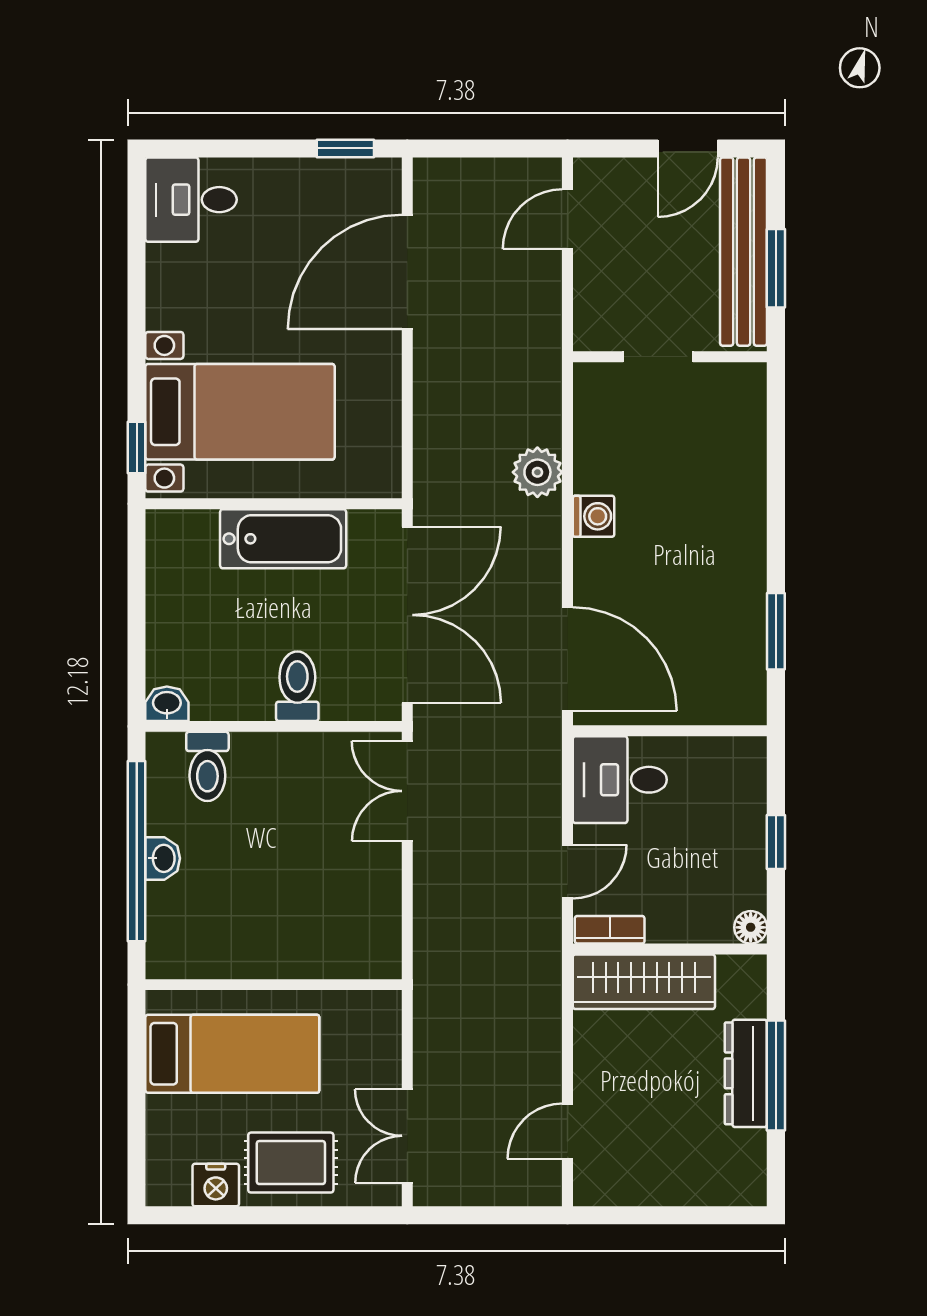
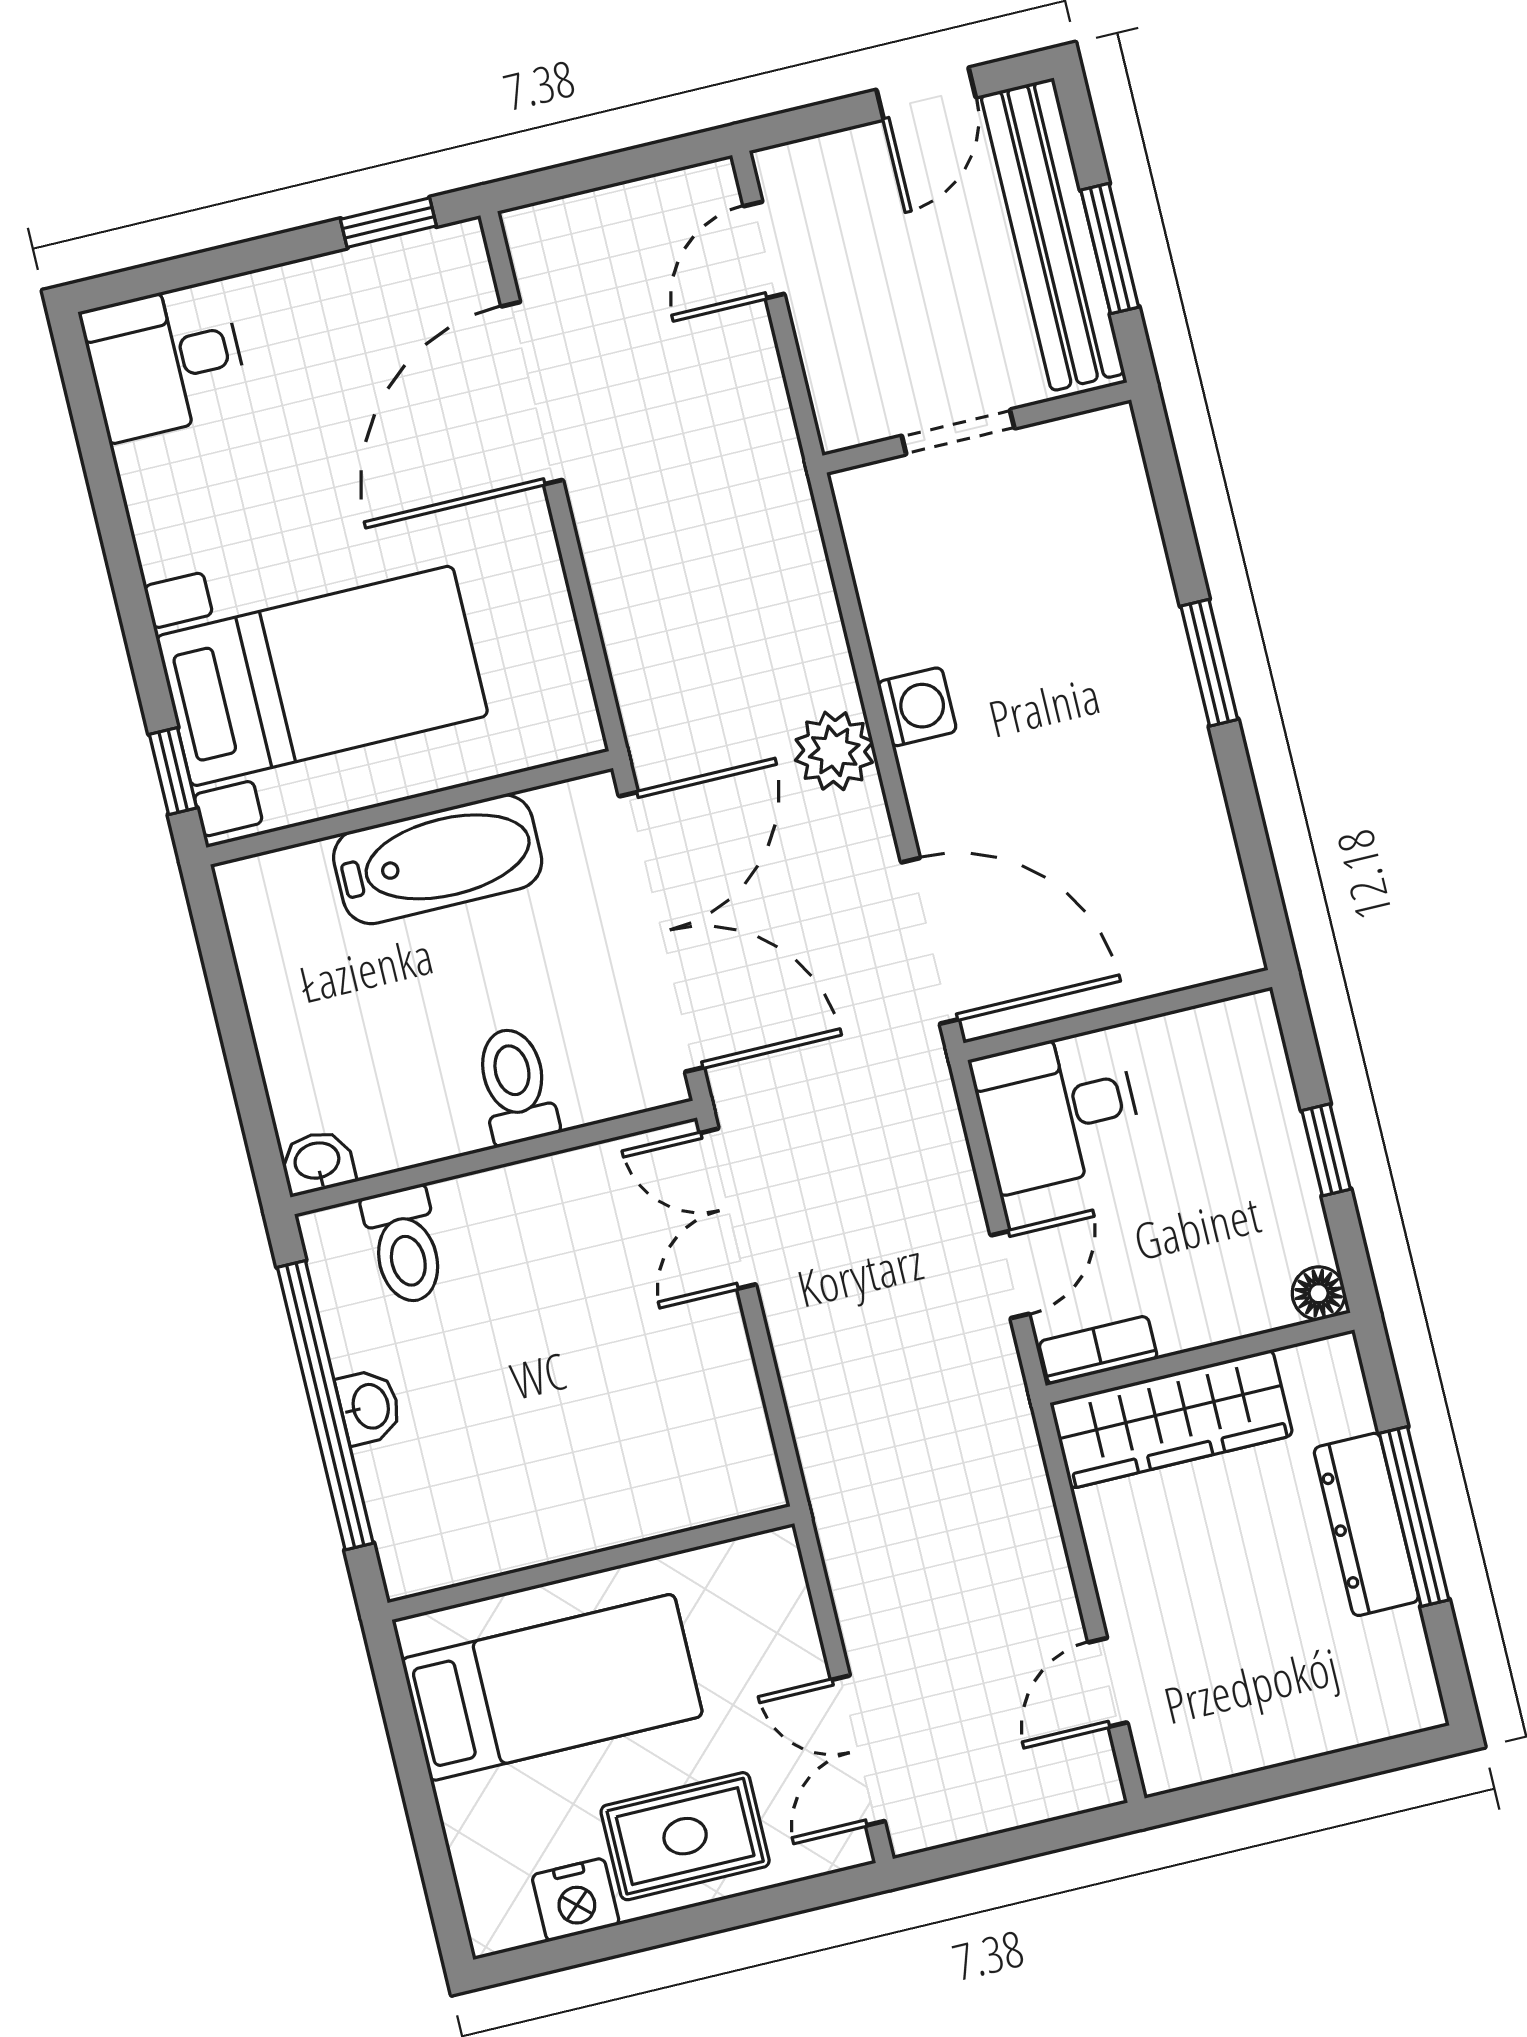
plant: (537, 472) -> (834, 751), moved
window: (776, 631) -> (1209, 663), moved

